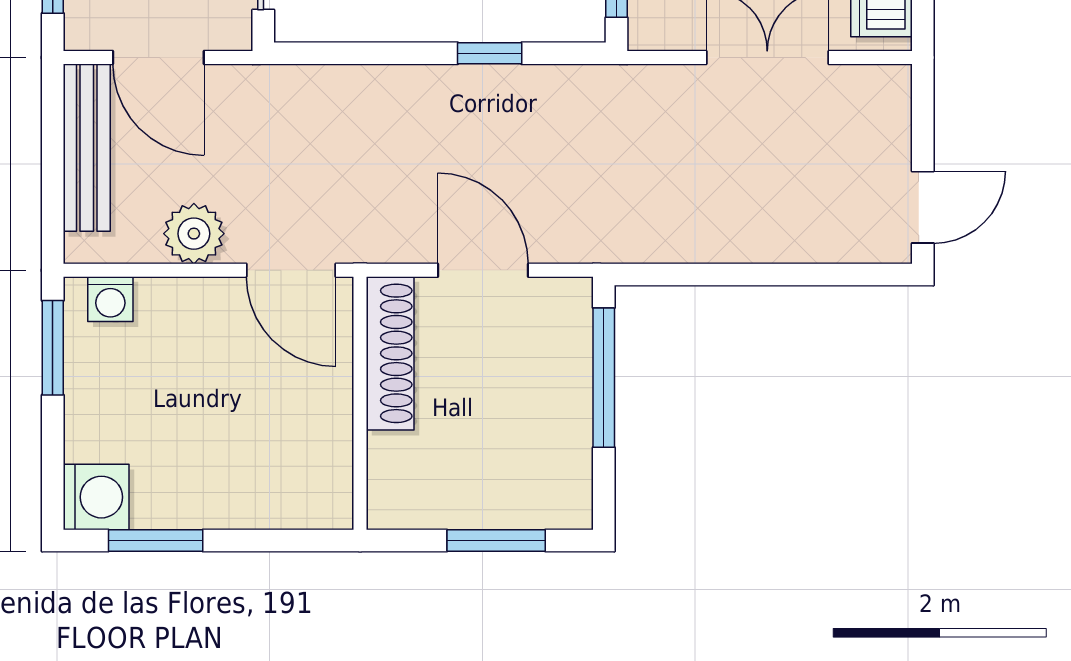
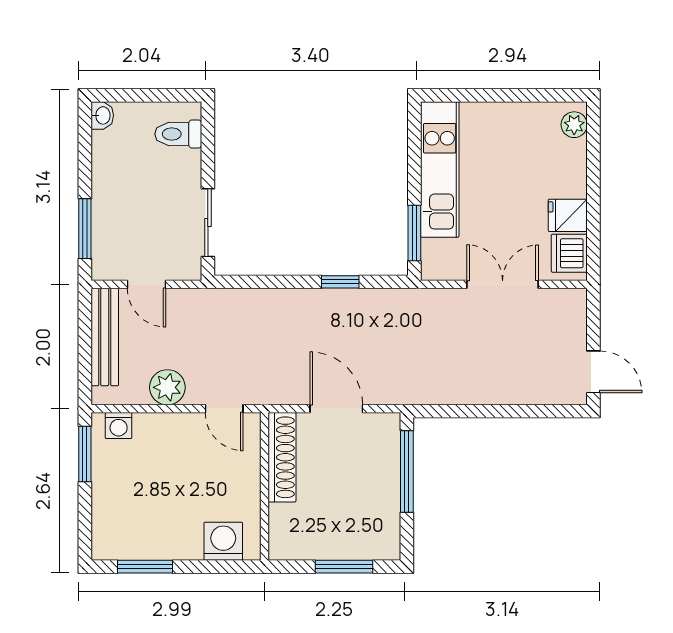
door: (158, 58) -> (147, 284), width x0.73
door: (923, 207) -> (593, 372), hinge flipped
door: (291, 270) -> (224, 409), width x0.73
washing machine: (96, 497) -> (223, 541), moved, turned -90

